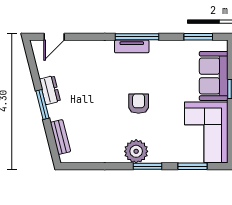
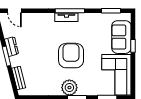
door: (54, 37) -> (14, 11), hinge flipped
armchair: (139, 104) -> (71, 56), width x1.88, depth x1.88

